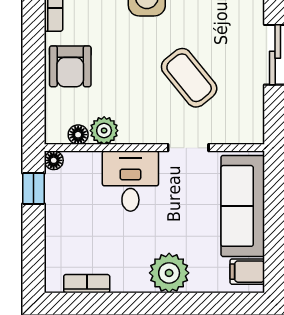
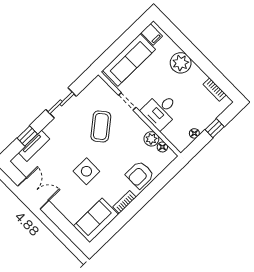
armchair: (70, 66) -> (140, 175), turned 180
floor lamp: (54, 160) -> (194, 133), moved
window: (34, 189) -> (215, 128), moved

